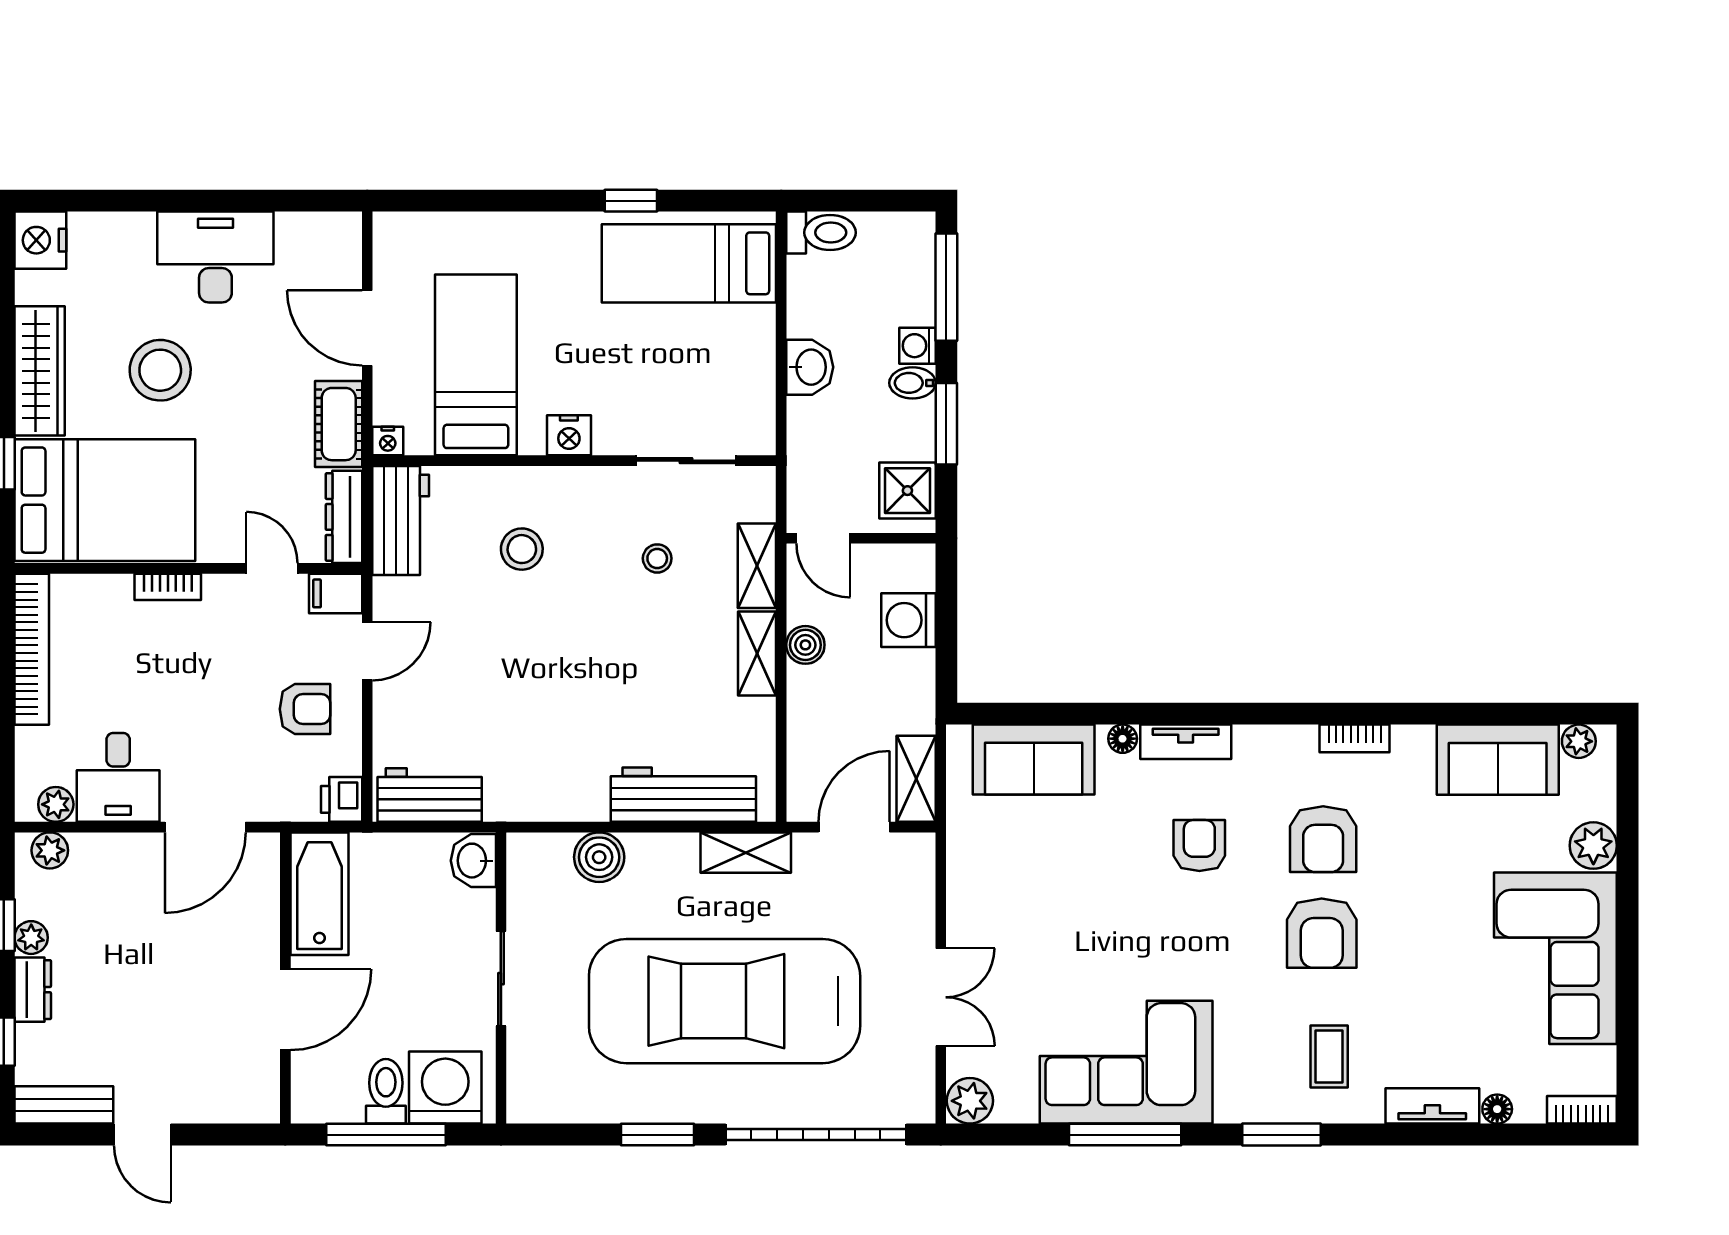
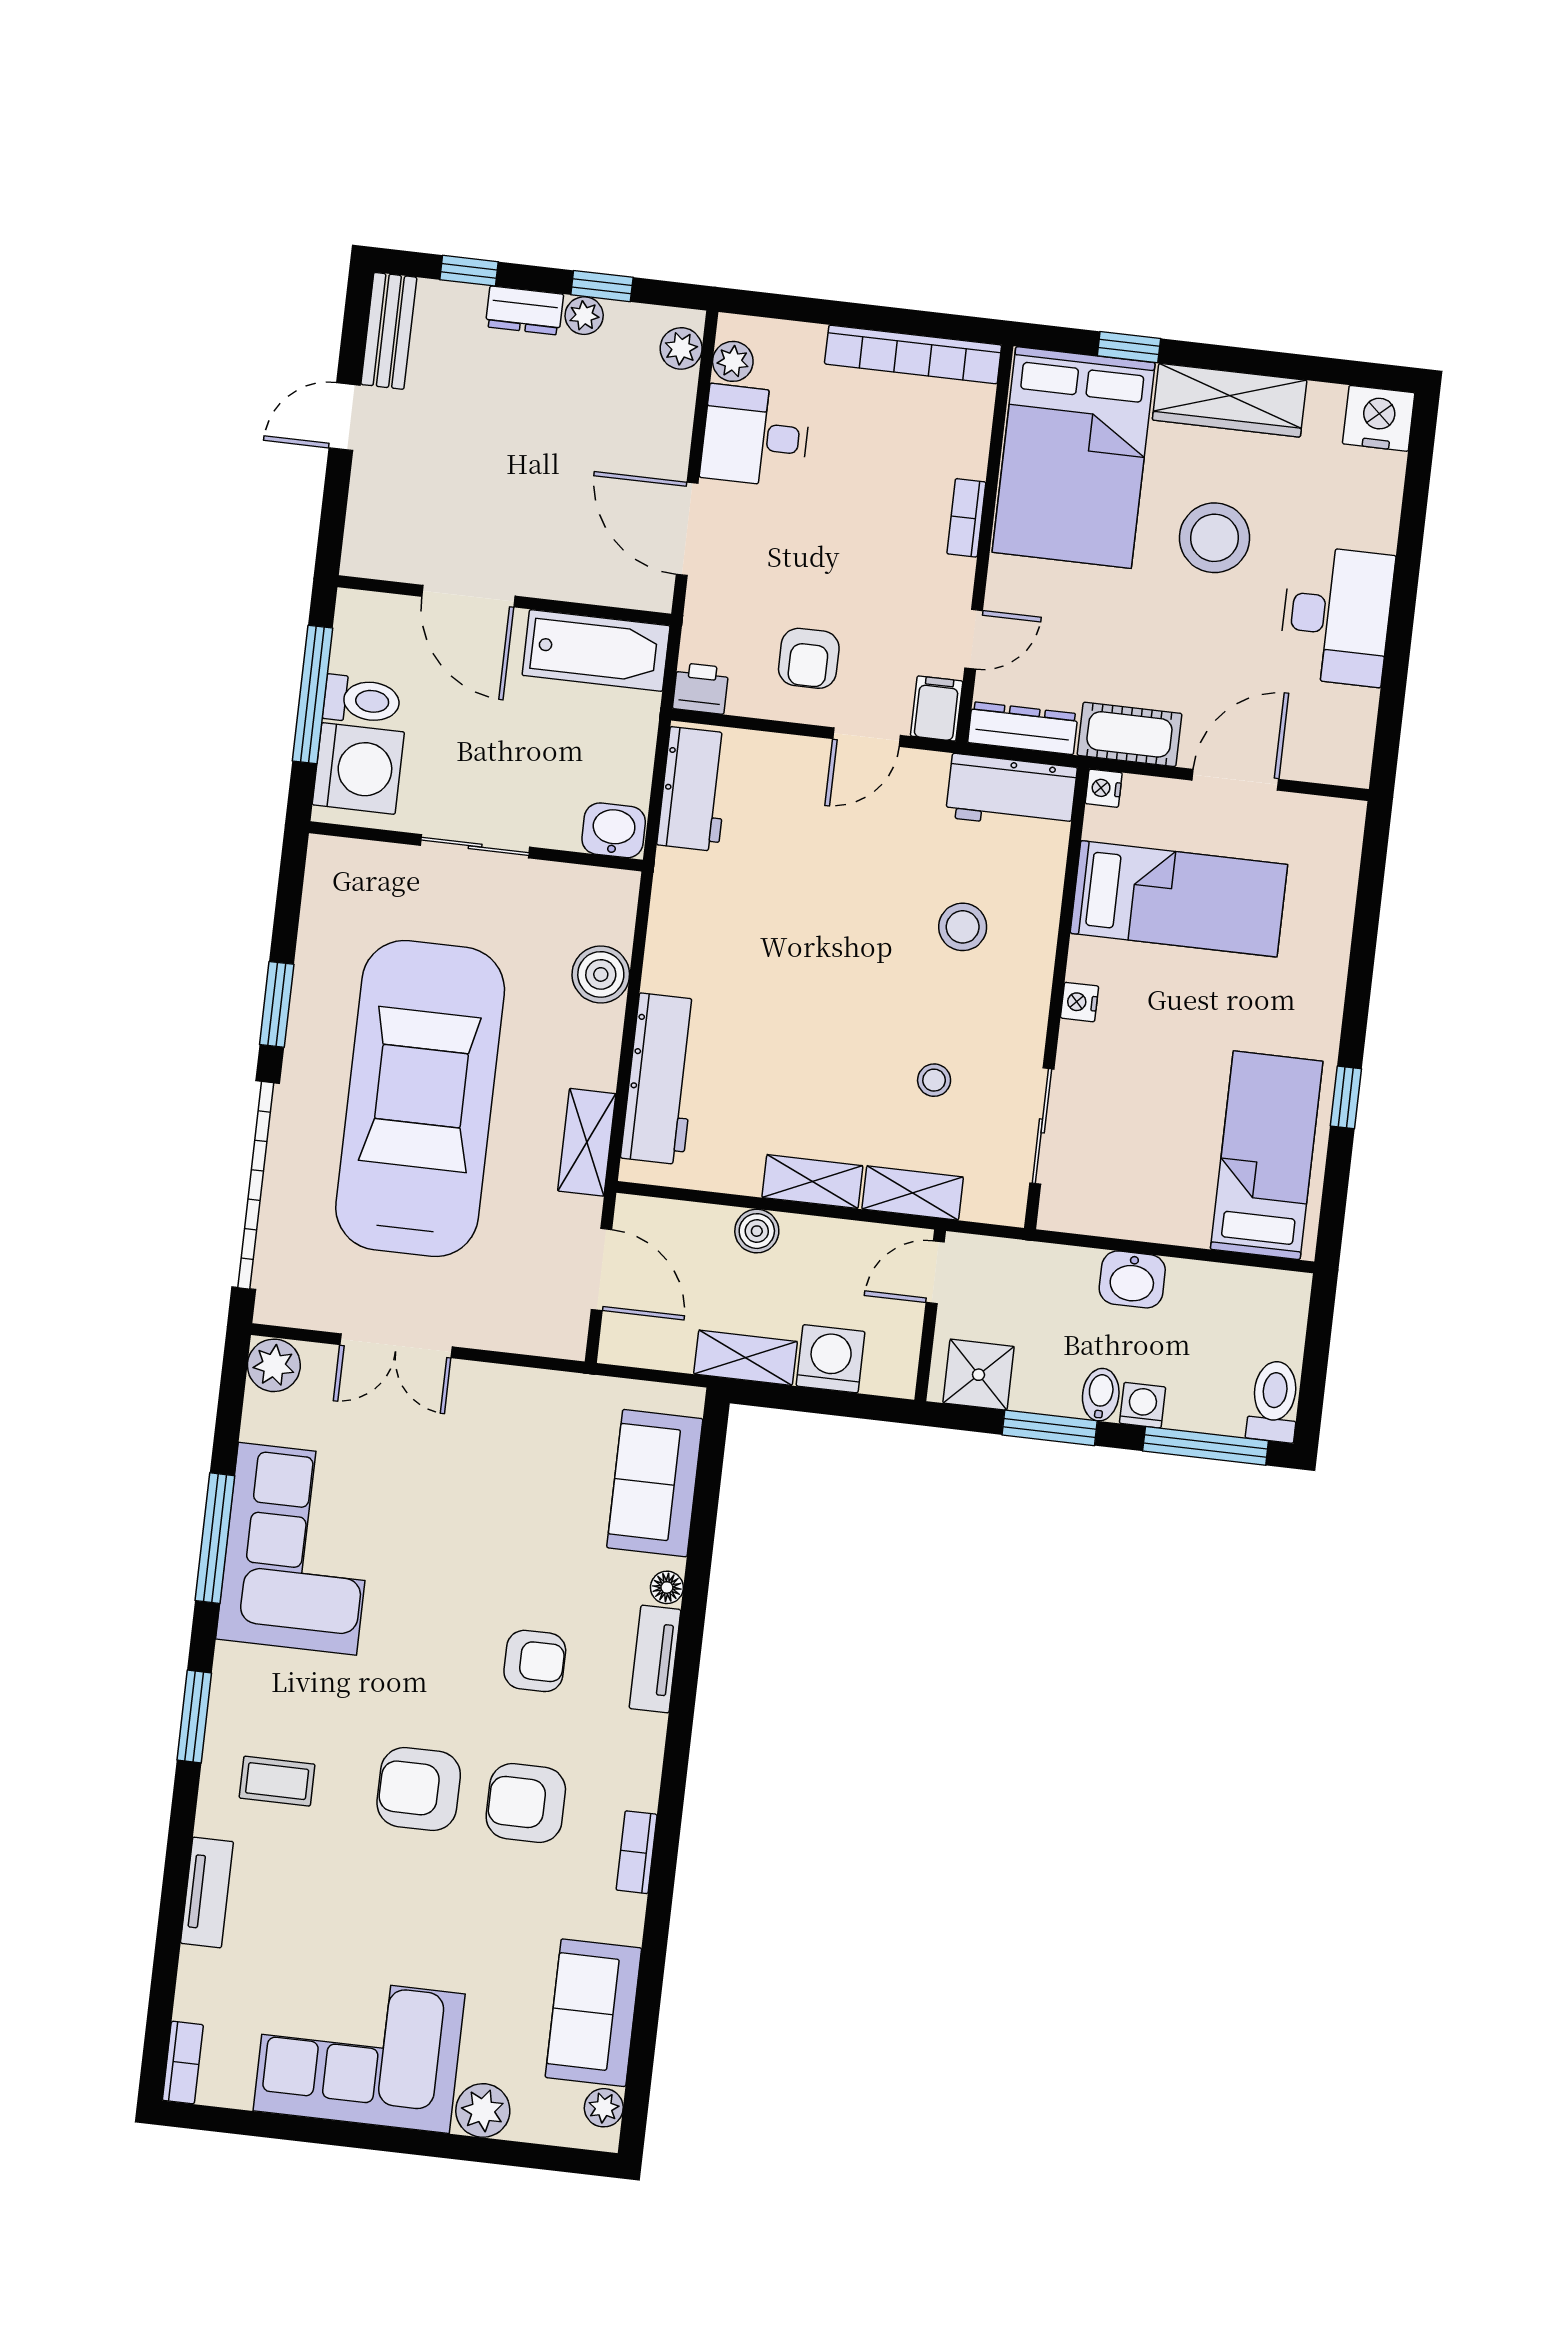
toilet: (821, 233) -> (1274, 1401), moved, turned 180
nightstand: (569, 435) -> (1079, 1002), width x0.72, depth x0.74
boiler: (805, 645) -> (757, 1231), moved
door: (367, 651) -> (867, 737), hinge flipped
shelving: (916, 779) -> (745, 1358), moved
floor lamp: (1497, 1109) -> (195, 1966), removed

